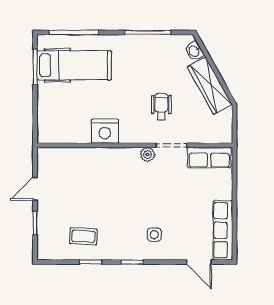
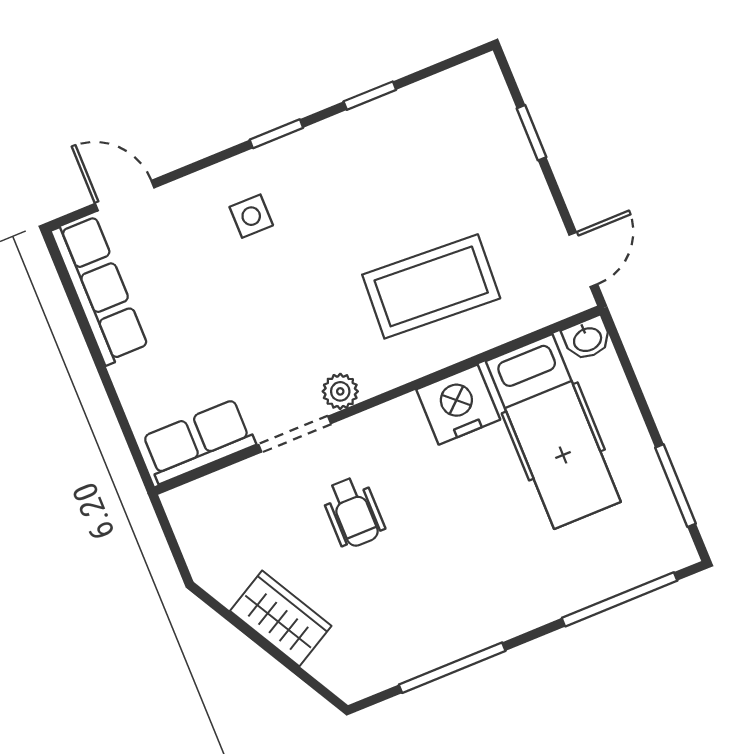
washbasin: (194, 51) -> (587, 339), moved, turned 119
hospital bed: (74, 65) -> (553, 431), moved, turned -90
wardrobe: (210, 86) -> (281, 618), width x0.67
door: (35, 189) -> (583, 260), moved
coffee table: (83, 236) -> (431, 286), moved, width x1.86, depth x1.72

